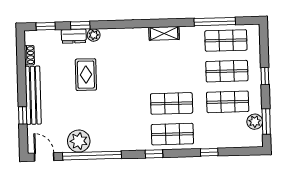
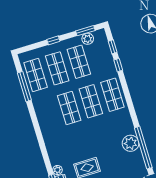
shelving: (164, 33) -> (43, 120), removed
shop shelf: (171, 73) -> (69, 108), added
plant: (79, 141) -> (131, 143), moved
window: (154, 154) -> (113, 47), moved

